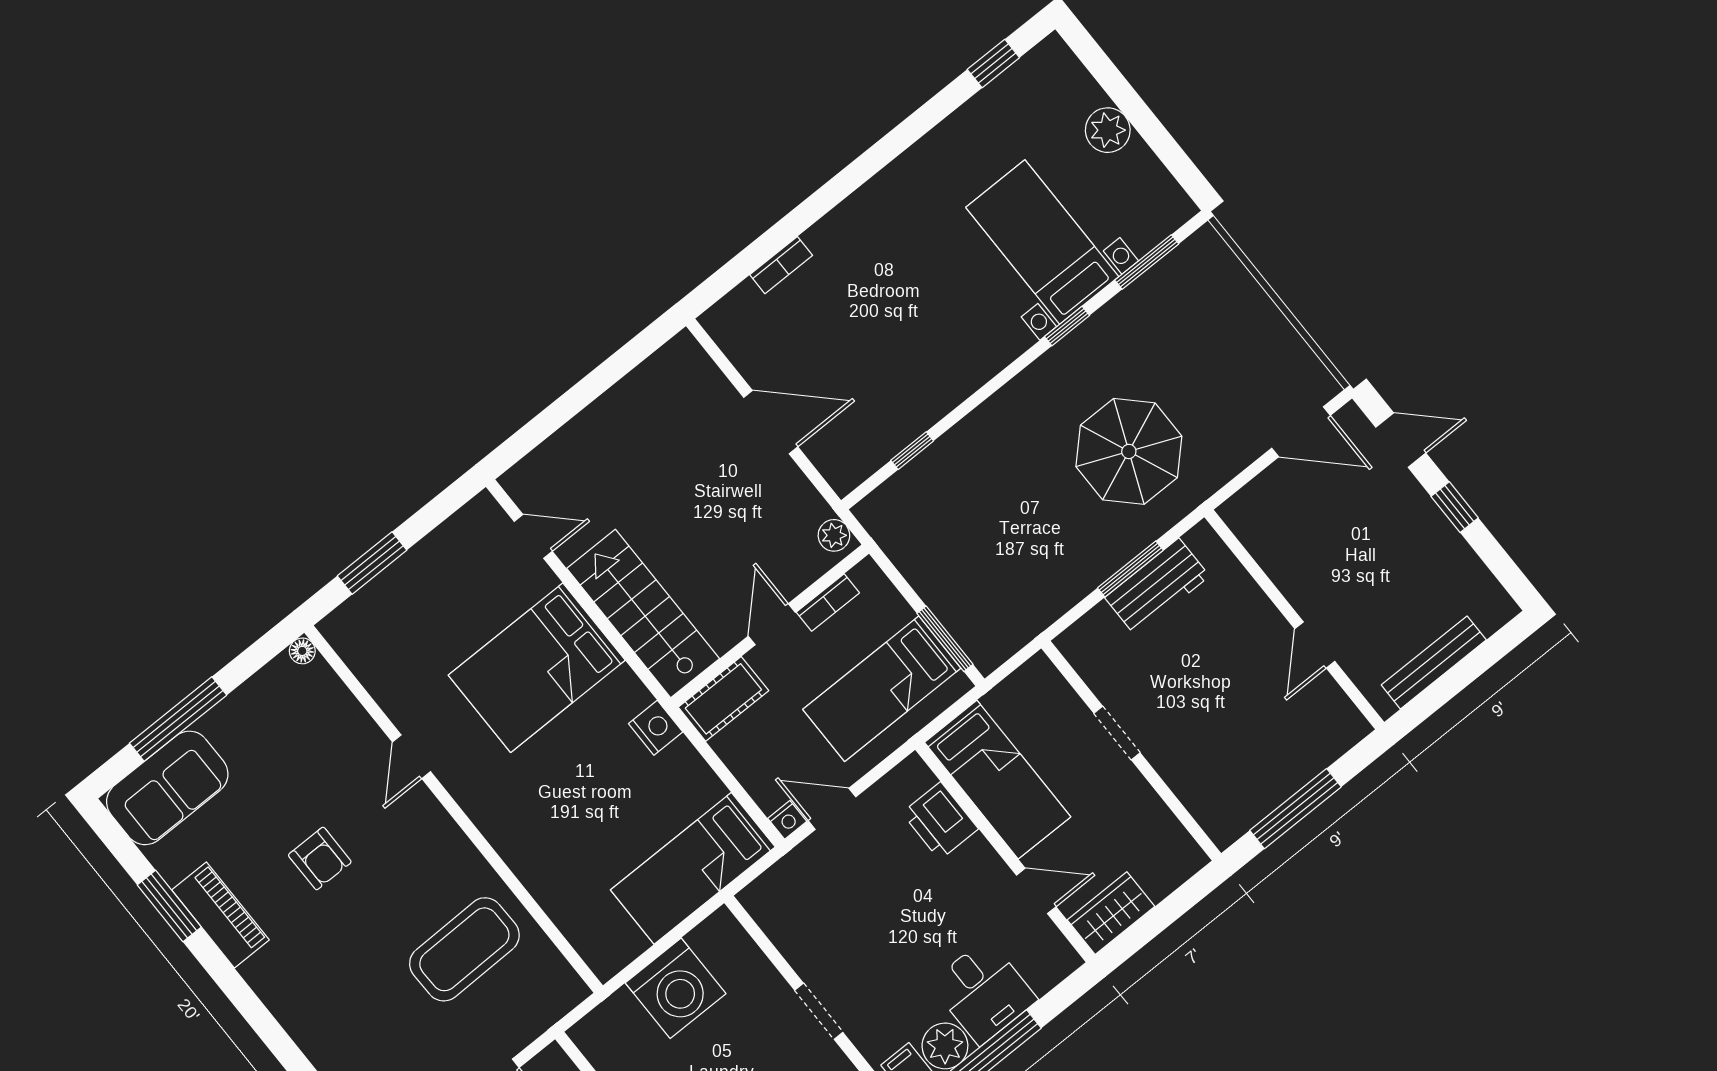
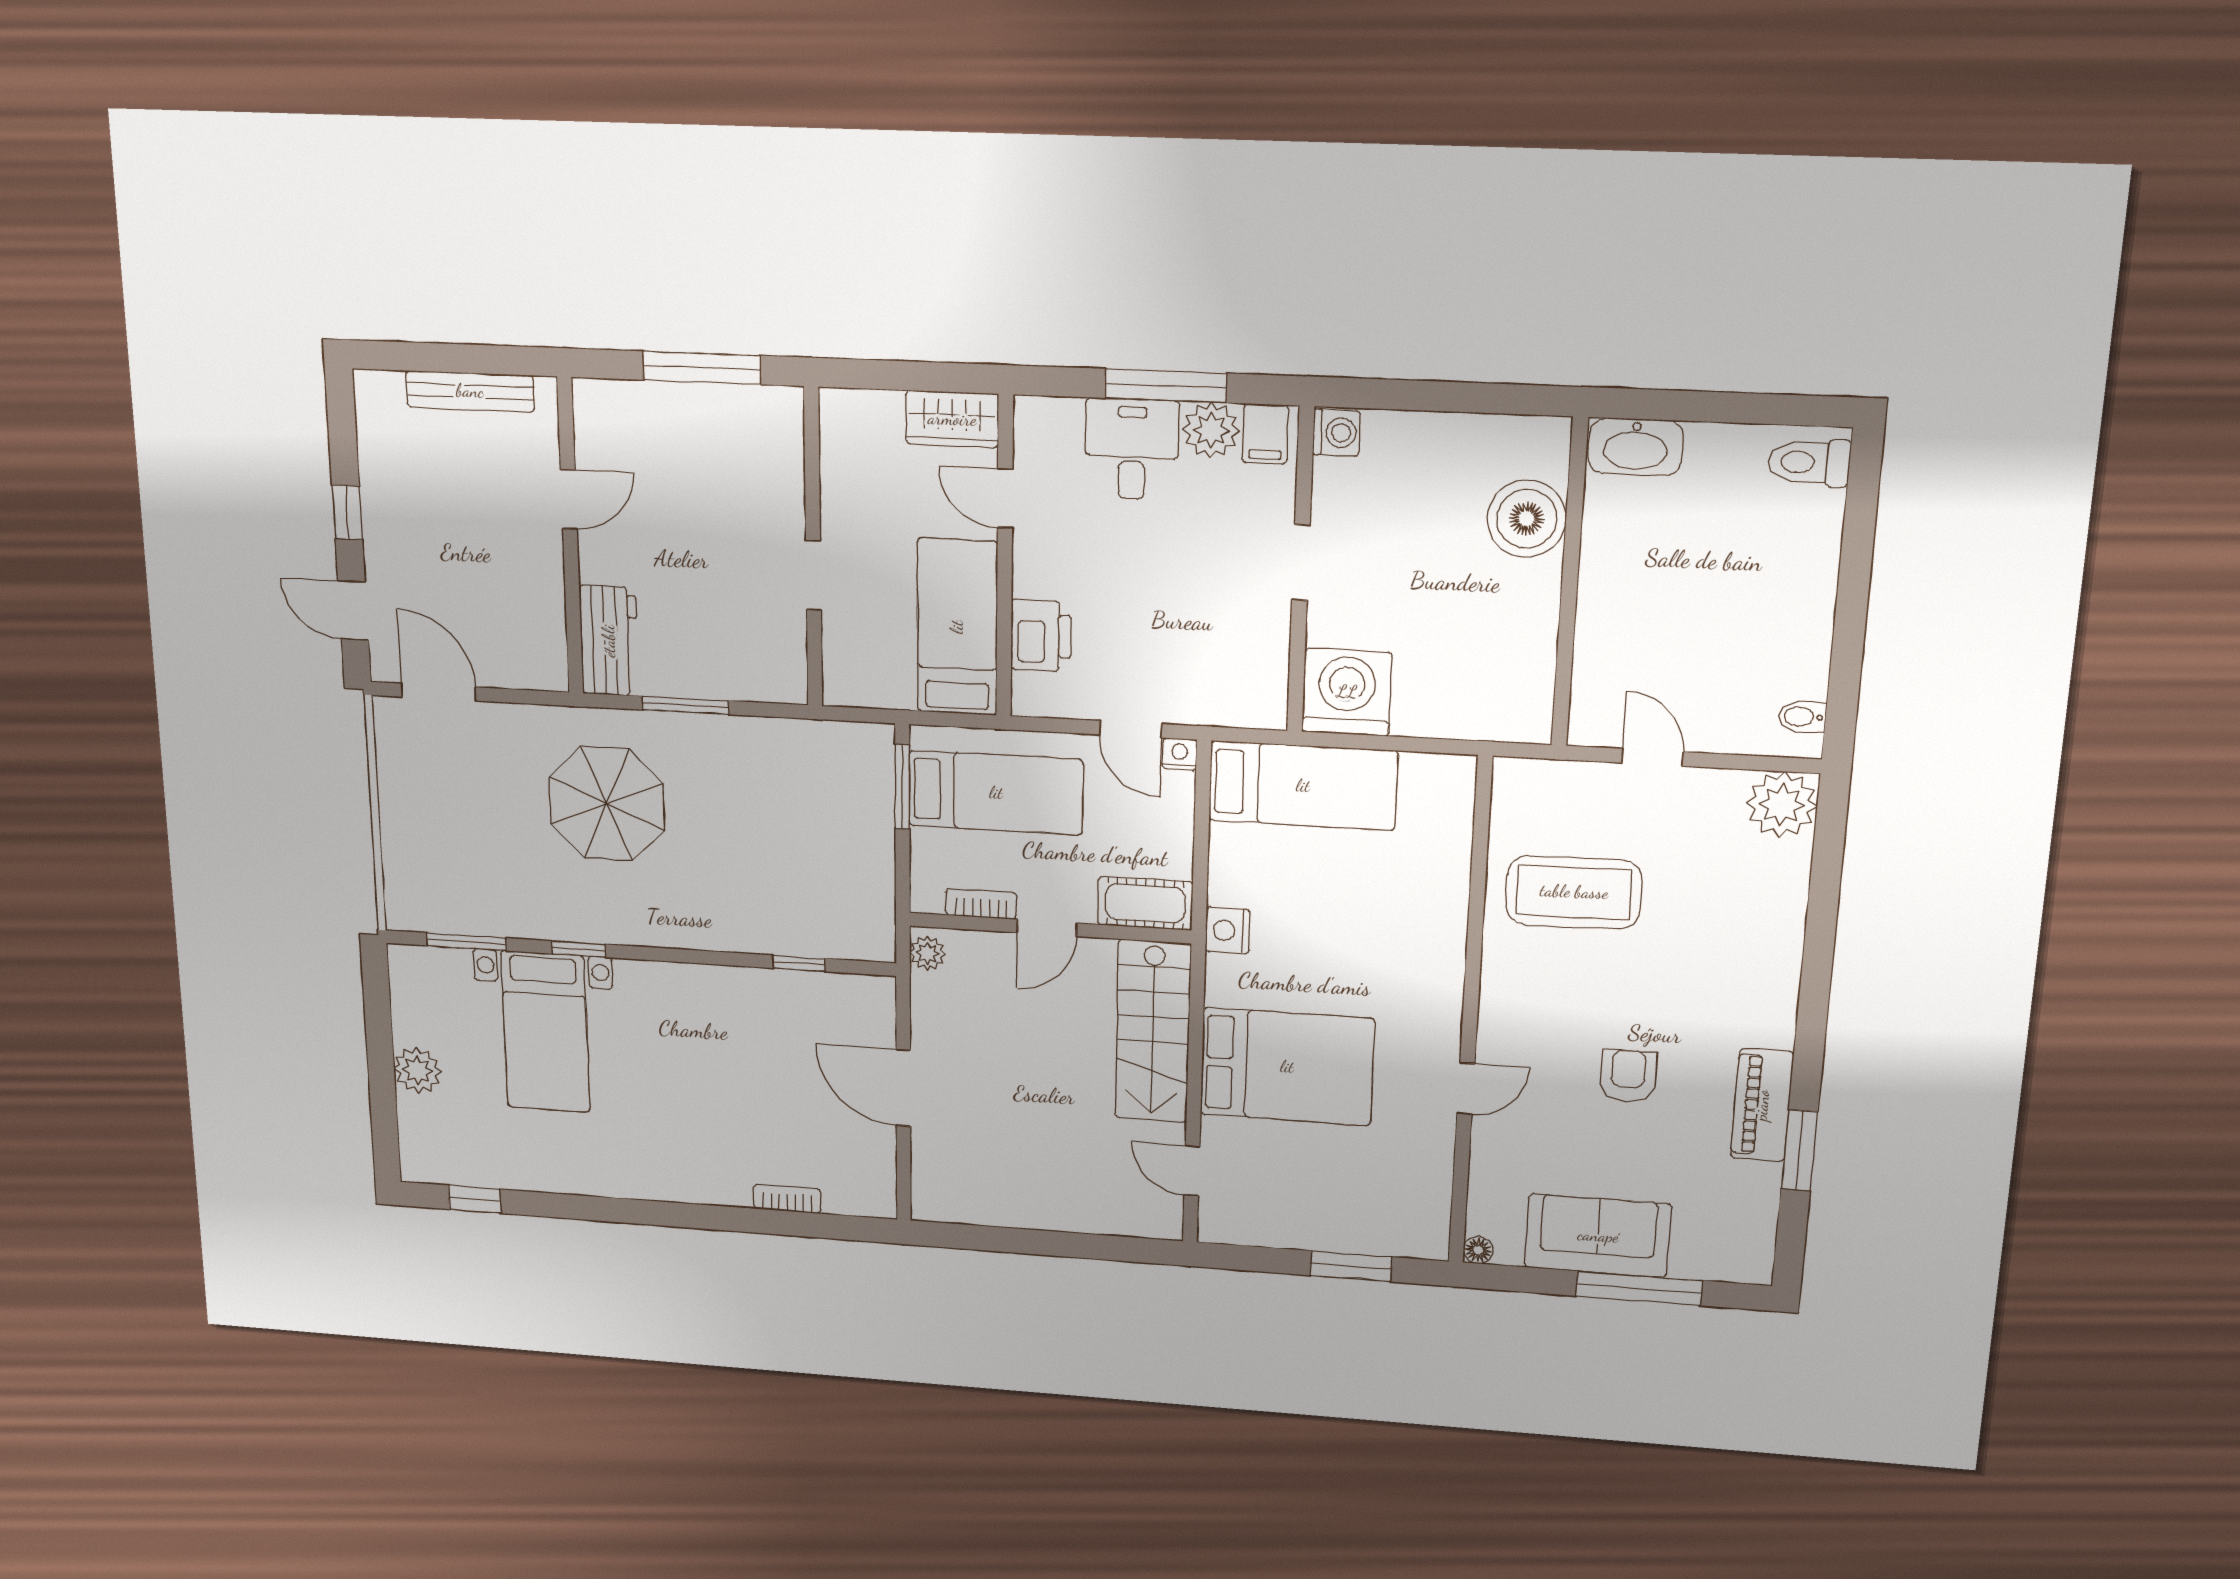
workbench: (1157, 587) -> (609, 641), moved, turned 90
sofa: (167, 788) -> (1598, 1236), moved
washing machine: (676, 988) -> (1347, 692), moved

